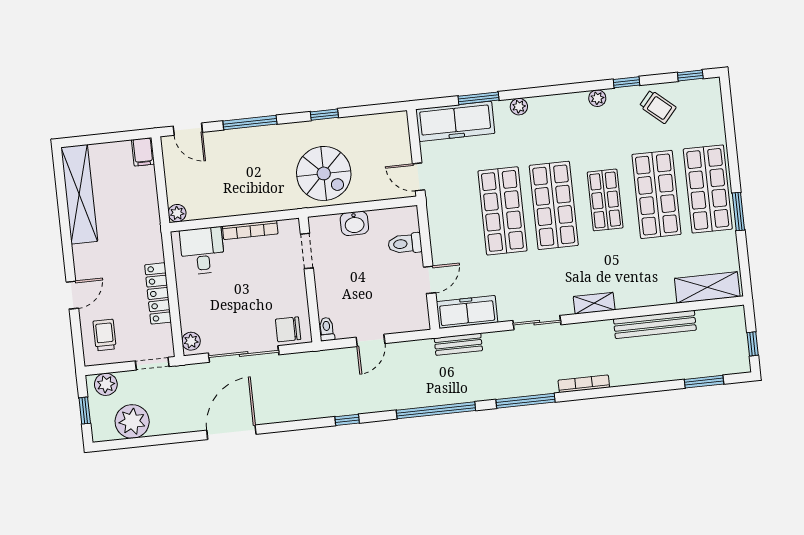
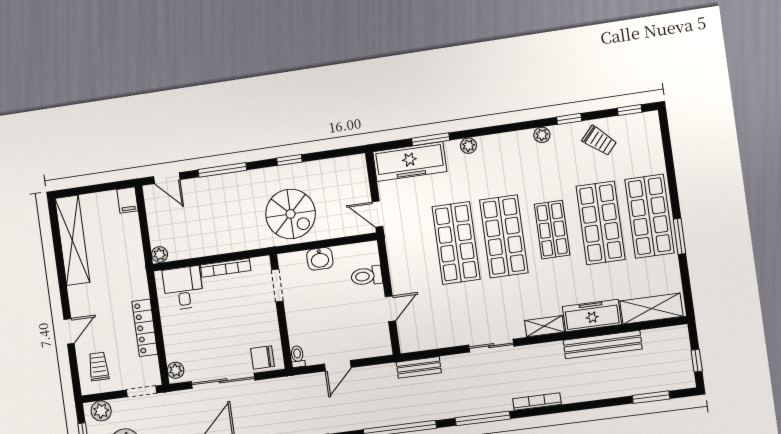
freezer: (467, 312) -> (592, 315), moved

